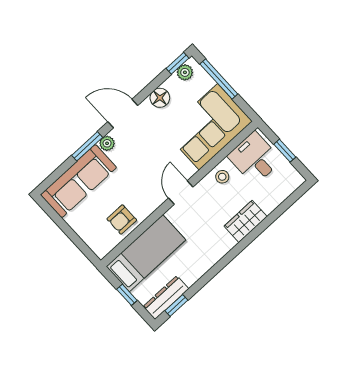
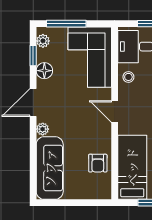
window: (178, 63) -> (33, 56), moved
window: (87, 146) -> (33, 143), removed

